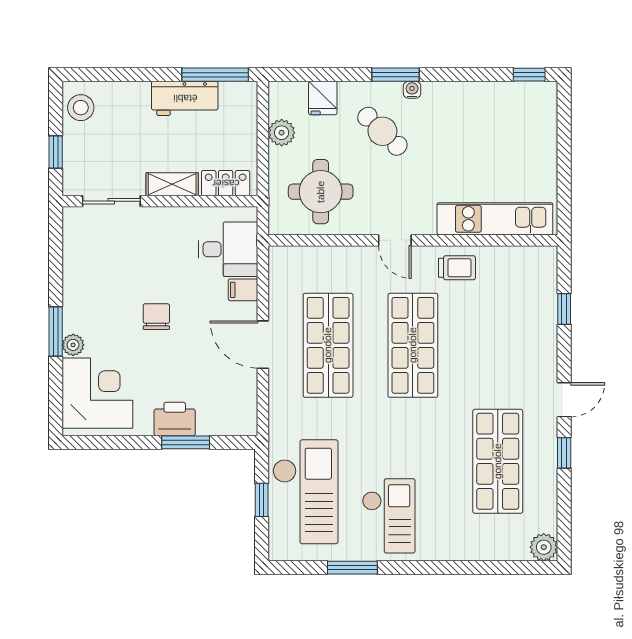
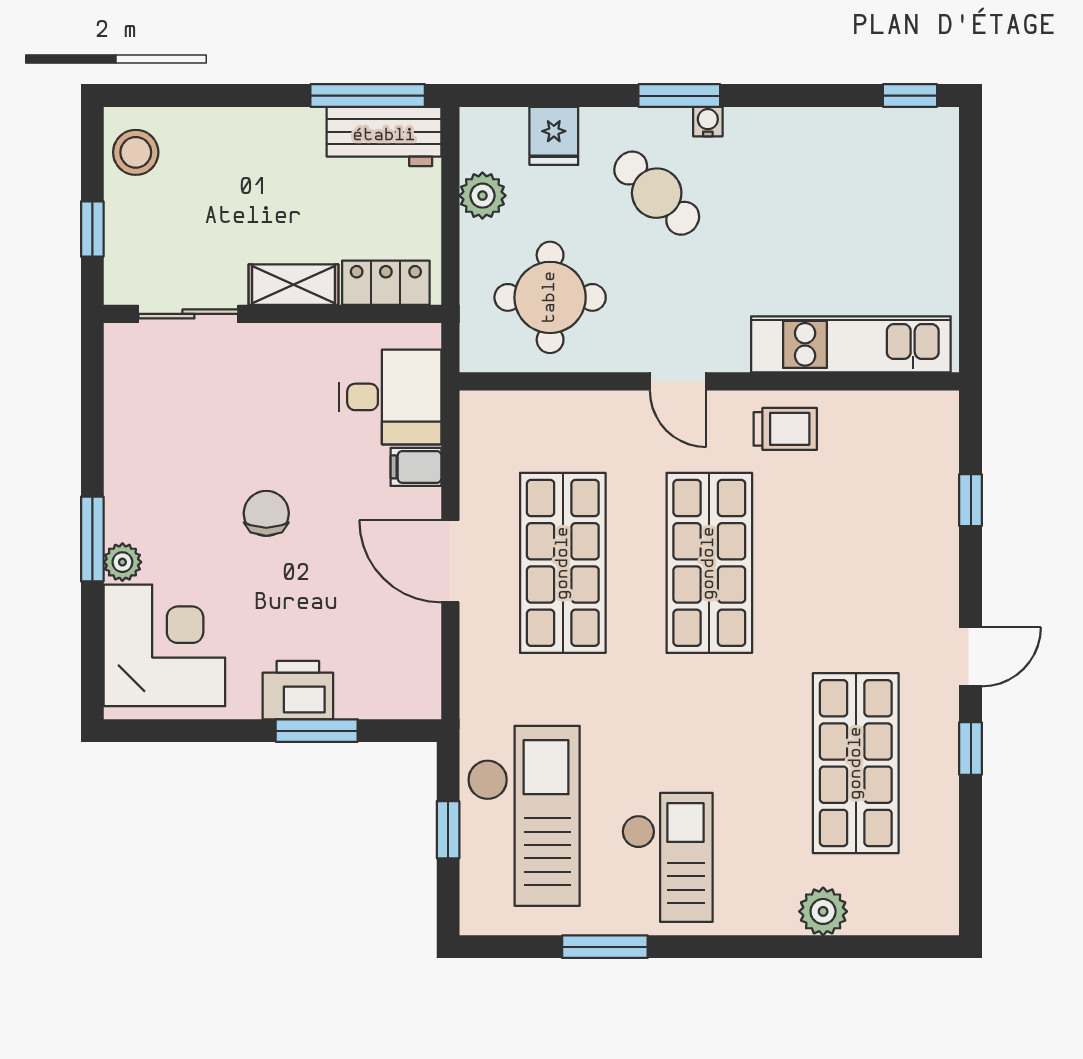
workbench: (185, 98) -> (384, 136), moved
plant: (544, 547) -> (823, 911), moved

